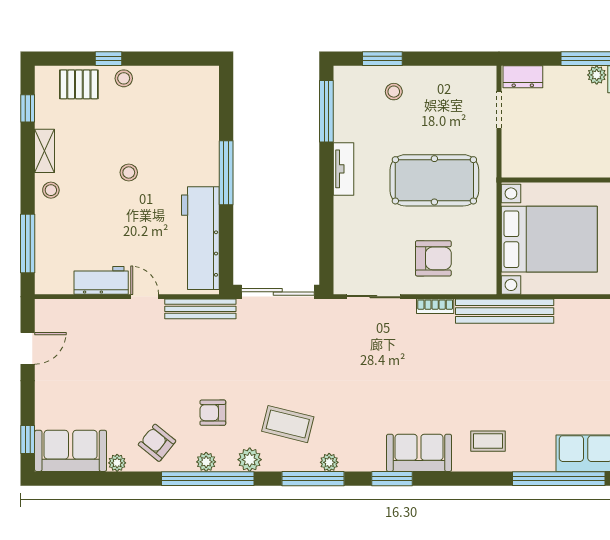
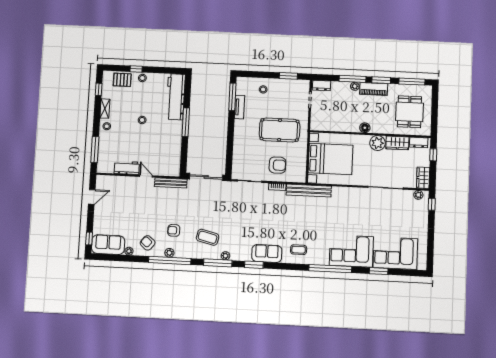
window: (382, 59) -> (288, 76), moved
tv unit: (343, 169) -> (240, 107), moved
workbench: (200, 238) -> (176, 97), moved
plant: (250, 460) -> (189, 253), removed

